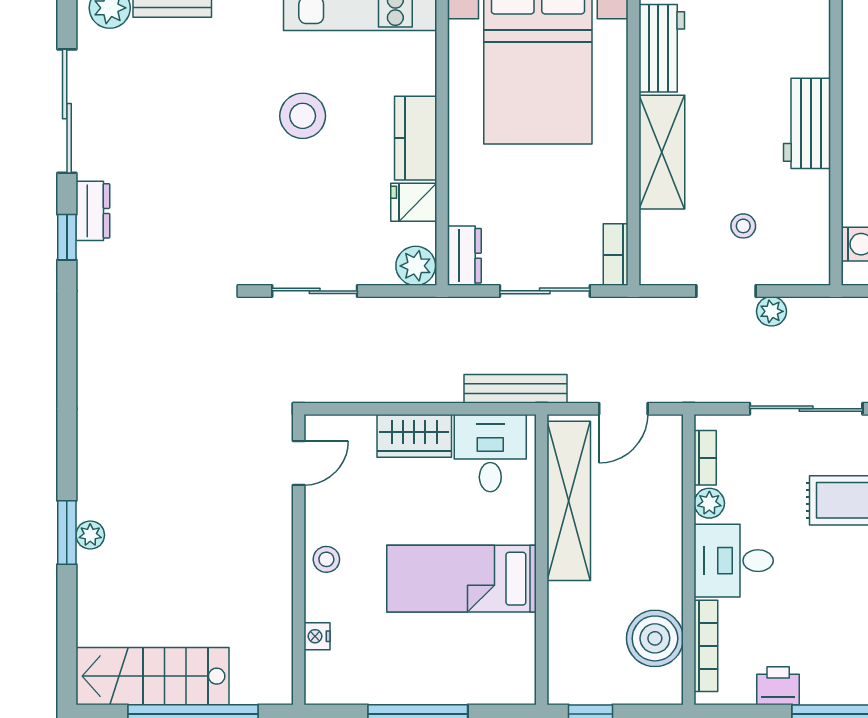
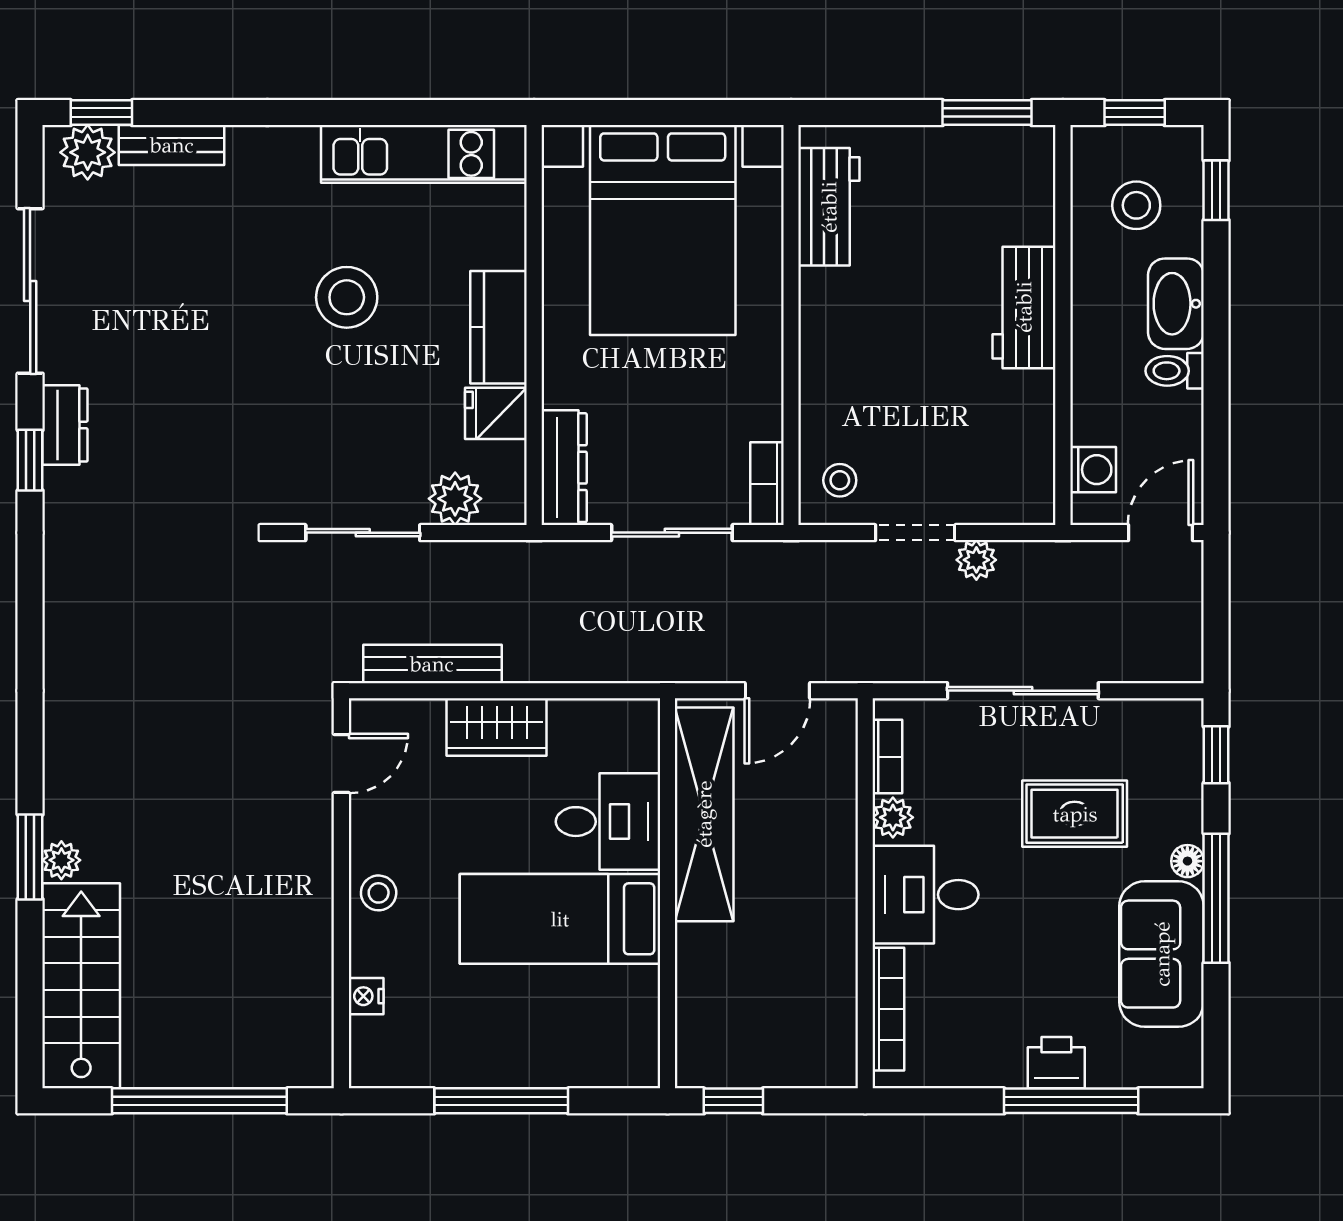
shelving: (662, 152) -> (829, 346), removed
stool: (743, 226) -> (840, 480), moved
dresser: (464, 256) -> (564, 468), width x1.44
plant: (416, 266) -> (455, 499), moved
bench: (515, 389) -> (432, 664), moved
desk: (490, 453) -> (608, 822), moved, turned 90
boiler: (655, 638) -> (820, 999), removed
stairs: (152, 676) -> (81, 986), moved, turned 90
printer: (778, 686) -> (1056, 1063), moved

